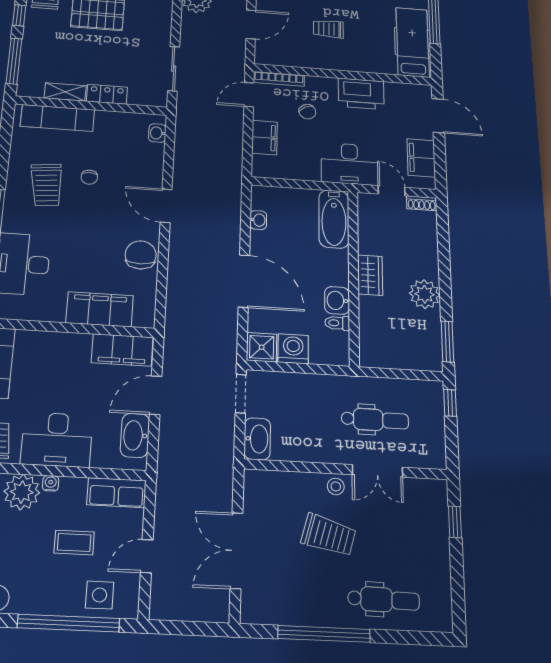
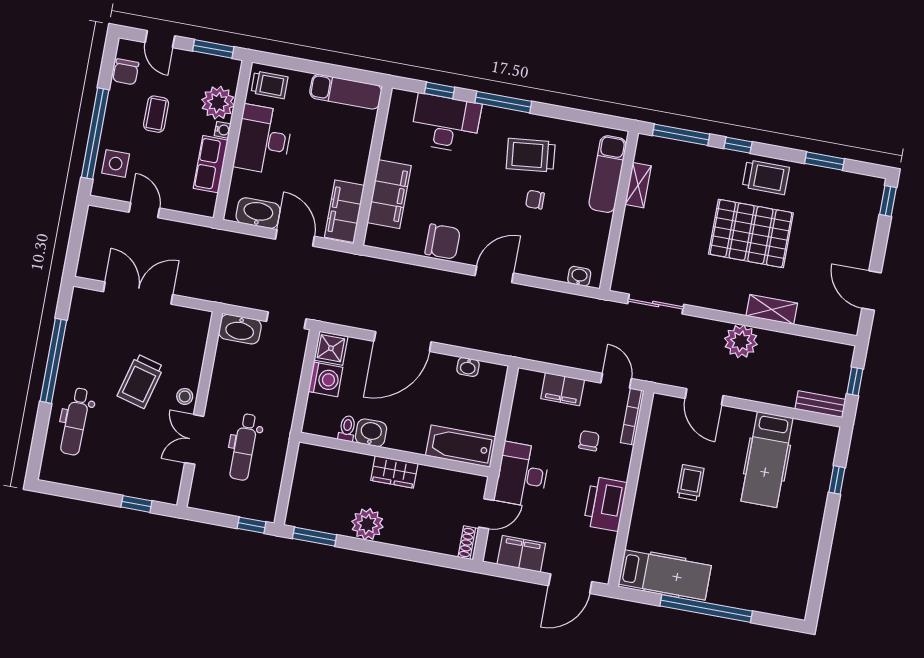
locker: (107, 94) -> (631, 229), removed
chair: (307, 112) -> (589, 441), turned 119
row of seats: (117, 493) -> (211, 164), moved
coffee table: (74, 543) -> (156, 114), moved

